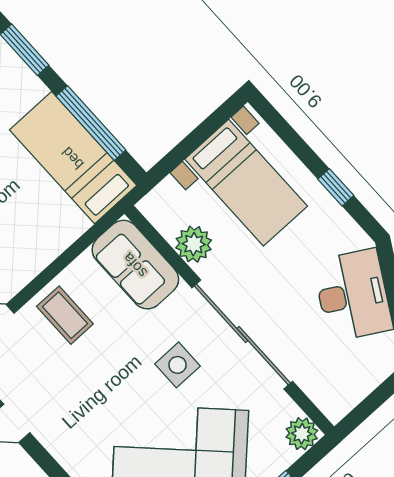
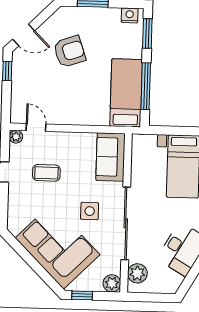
plant: (194, 244) -> (137, 273), moved
coffee table: (65, 315) -> (46, 173), moved, turned 90

